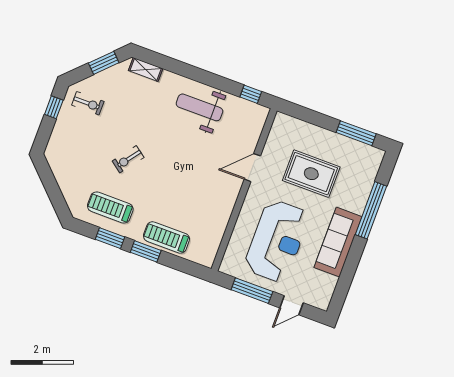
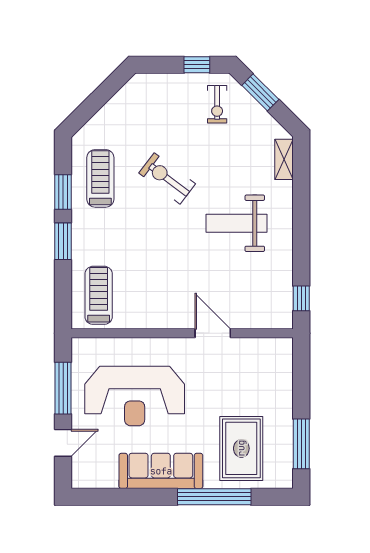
window: (104, 63) -> (260, 92), moved
weight bench: (199, 107) -> (237, 223), moved, turned -90
exercise bike: (128, 159) -> (167, 178), width x1.38, depth x1.39
rug: (311, 174) -> (241, 448), moved
treadmill: (166, 237) -> (99, 295), moved
door: (292, 305) -> (63, 443), swing flipped

